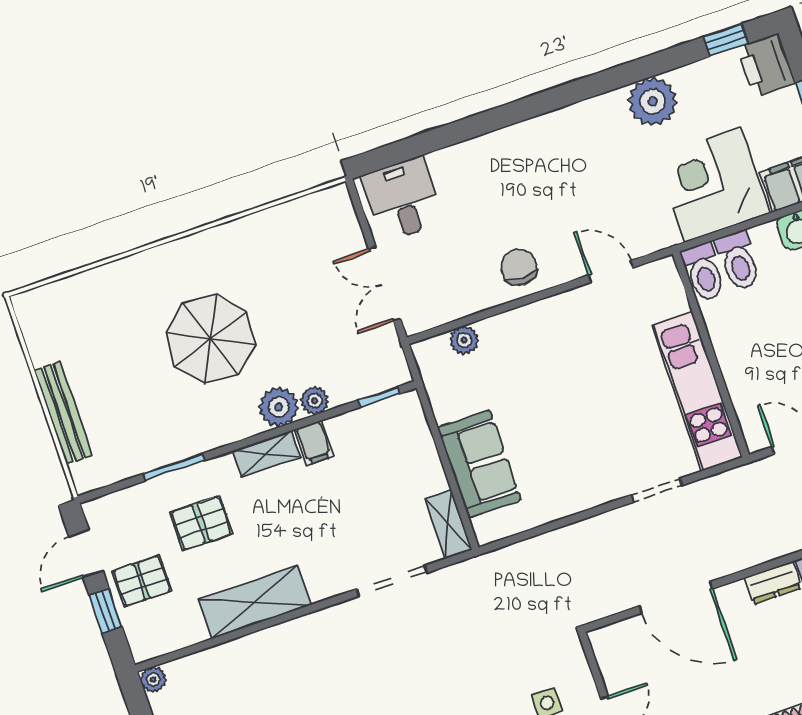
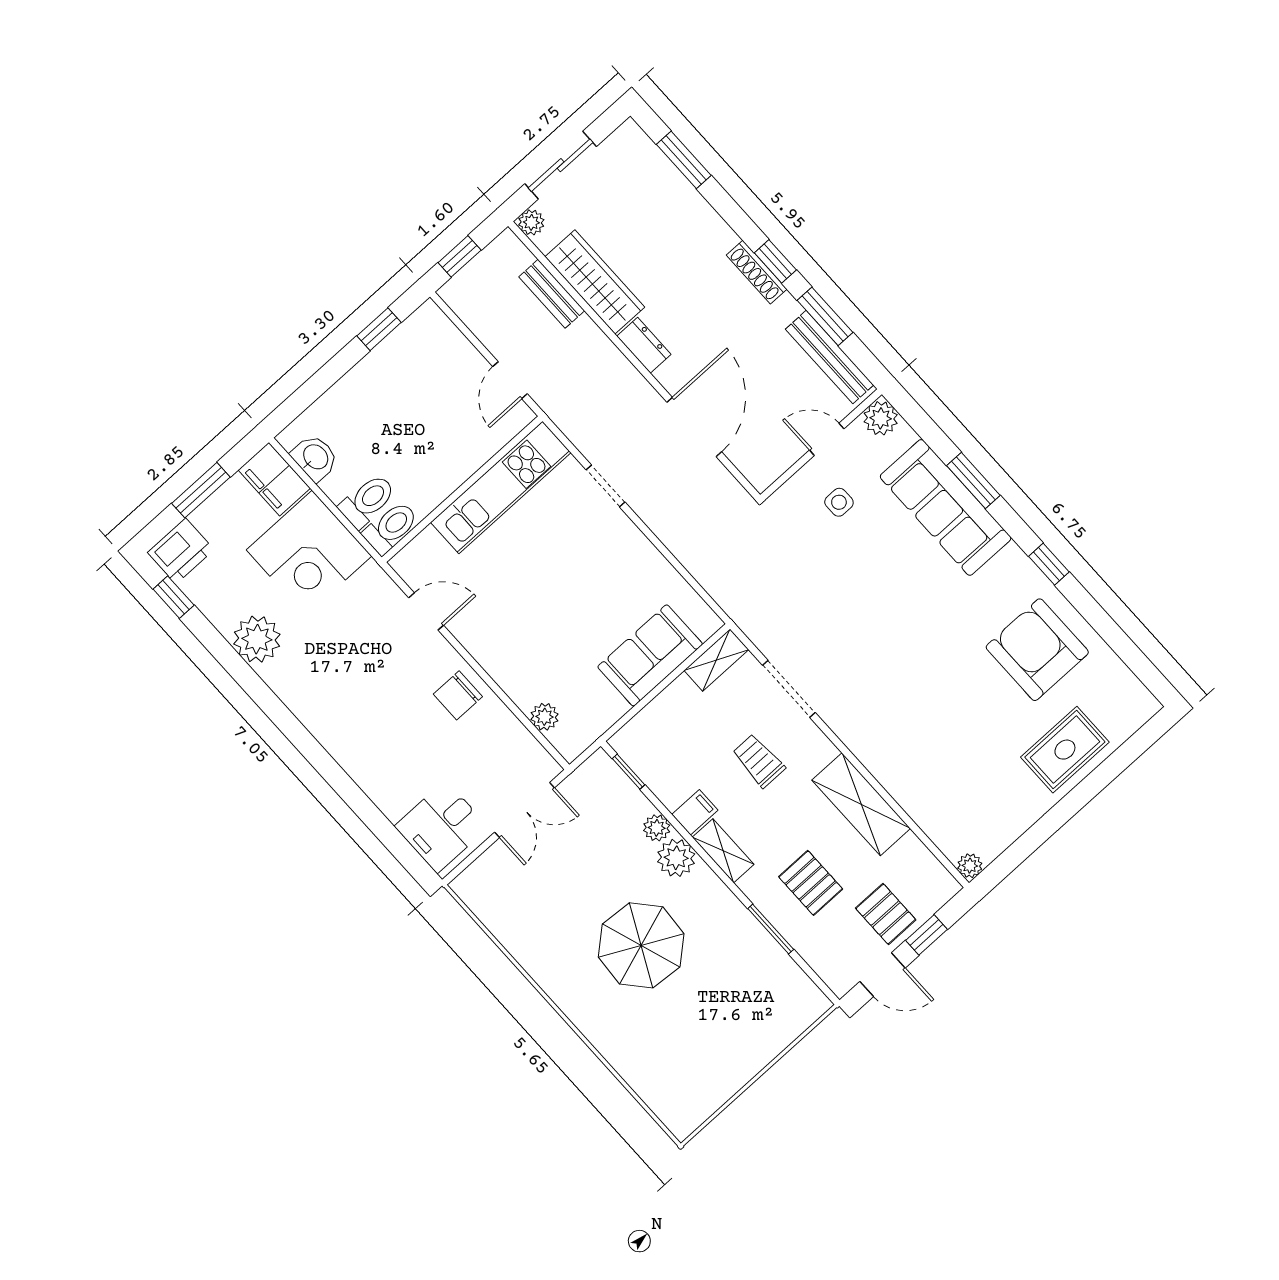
door: (611, 271) -> (426, 611), swing flipped
bench: (63, 413) -> (765, 1049), removed
trolley: (337, 523) -> (759, 761), added

